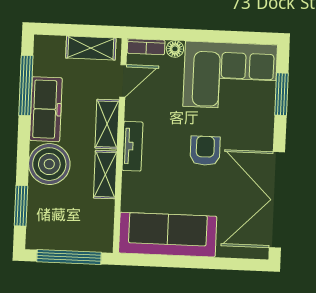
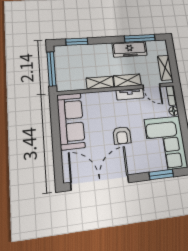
tv unit: (132, 146) -> (130, 94), moved
armchair: (205, 151) -> (122, 135), turned 90
boiler: (49, 164) -> (101, 54), removed

